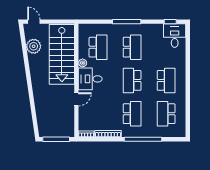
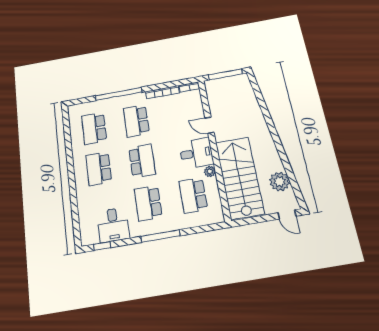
desk: (175, 36) -> (113, 225), moved
door: (76, 99) -> (209, 125), hinge flipped
school desk: (166, 114) -> (94, 128), turned 180

